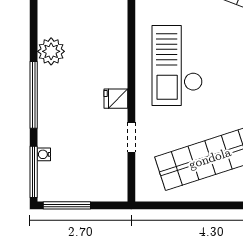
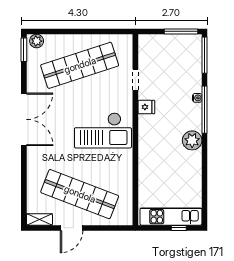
checkout: (177, 66) -> (103, 130), turned 90
water cooler: (44, 154) -> (197, 98), moved

